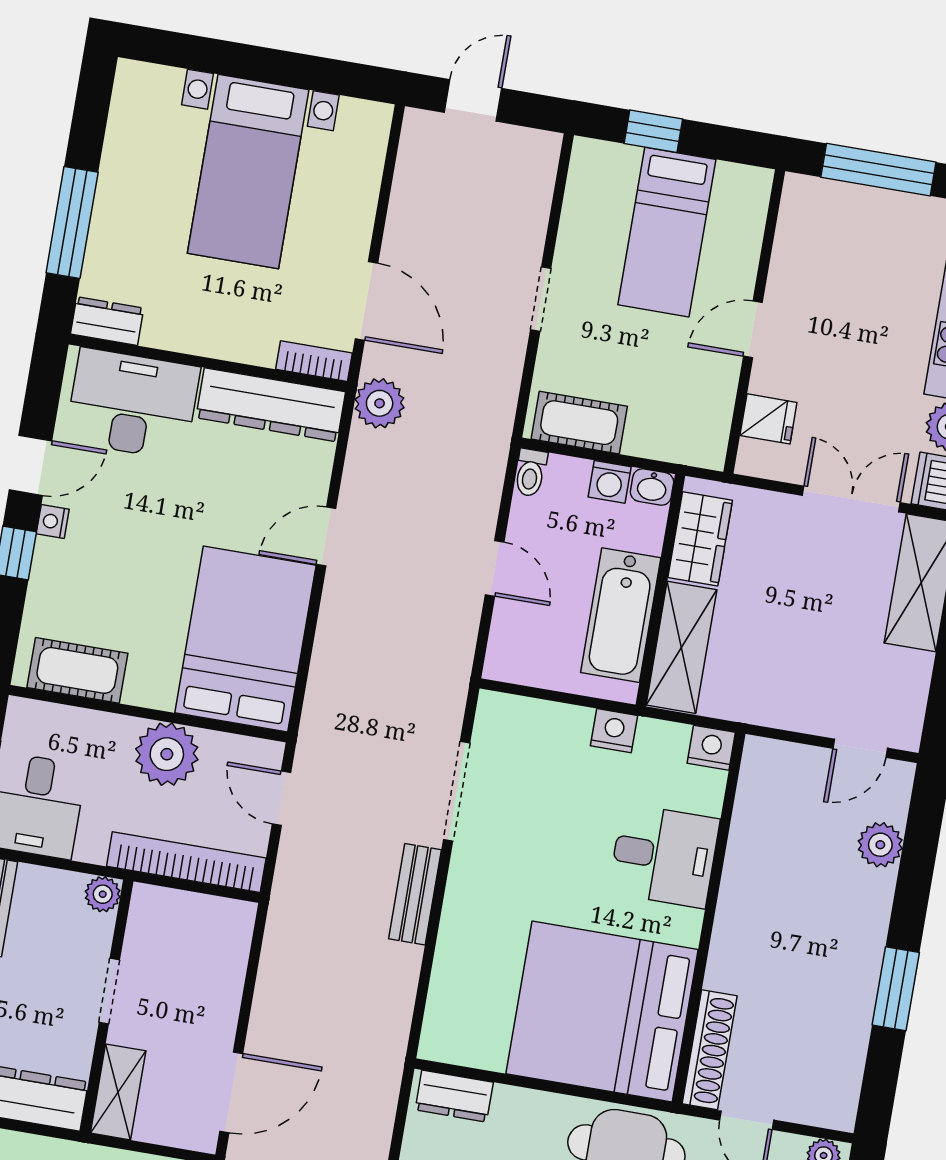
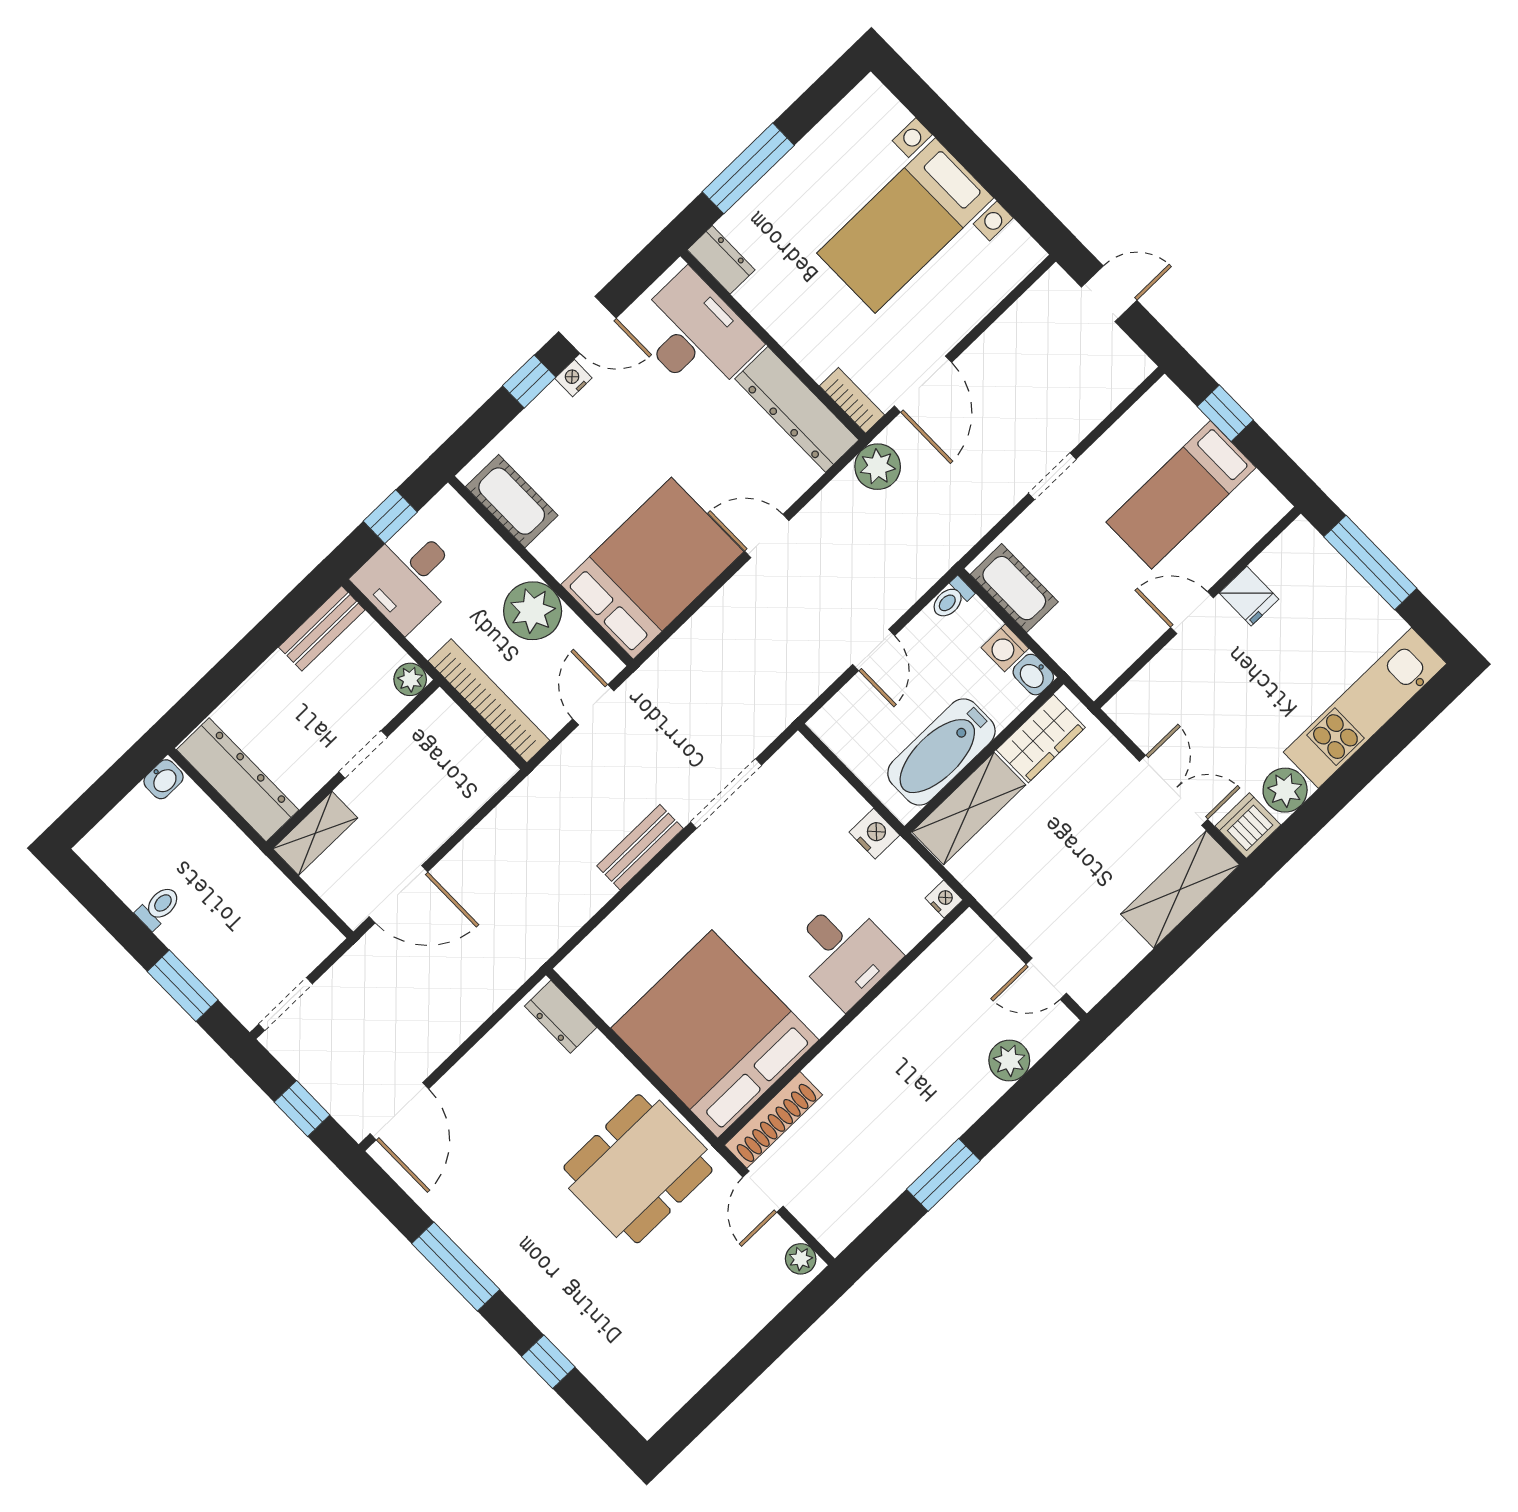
fridge: (768, 419) -> (1249, 596), moved
nightstand: (711, 748) -> (944, 899), width x0.72, depth x0.74

